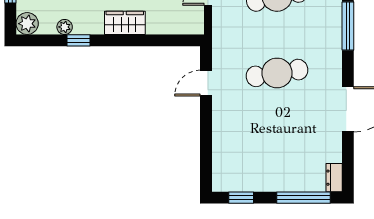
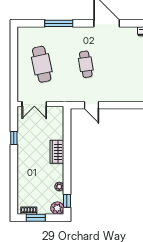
window: (78, 40) -> (67, 201), moved
cafe table: (277, 73) -> (86, 64), width x0.73, depth x0.74

